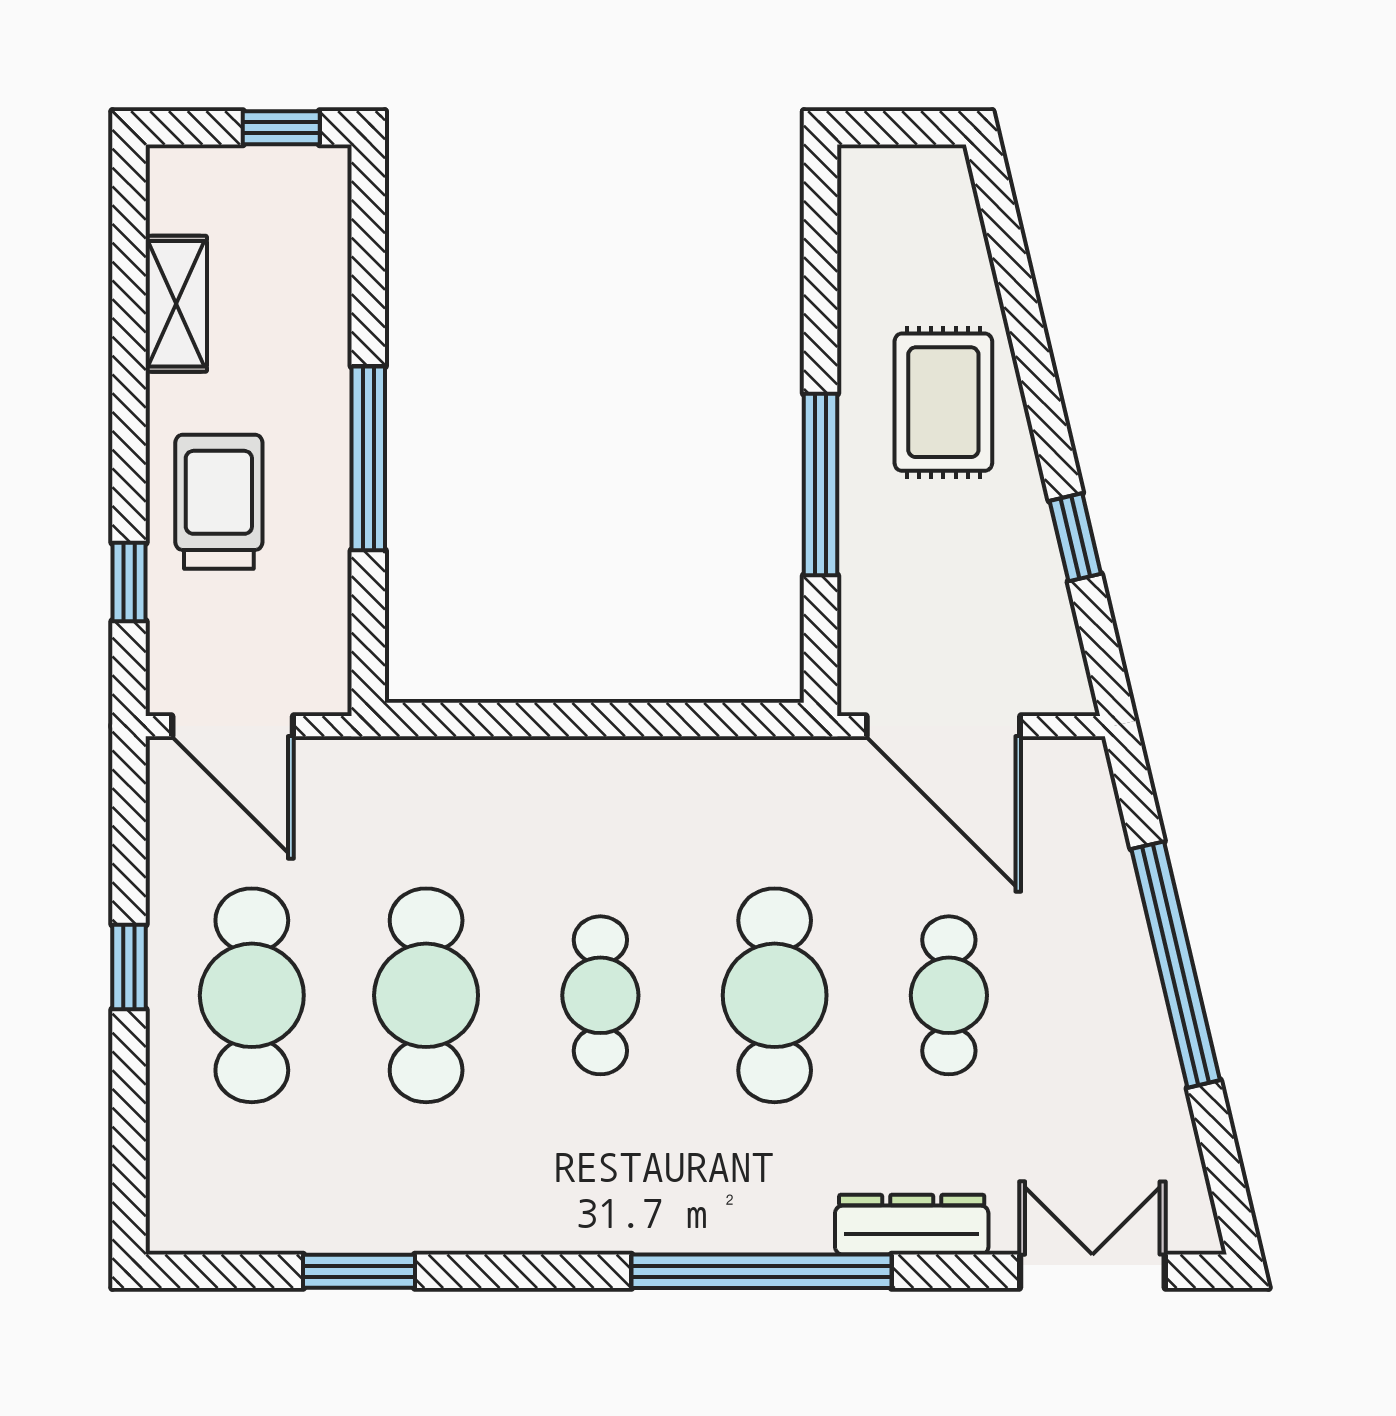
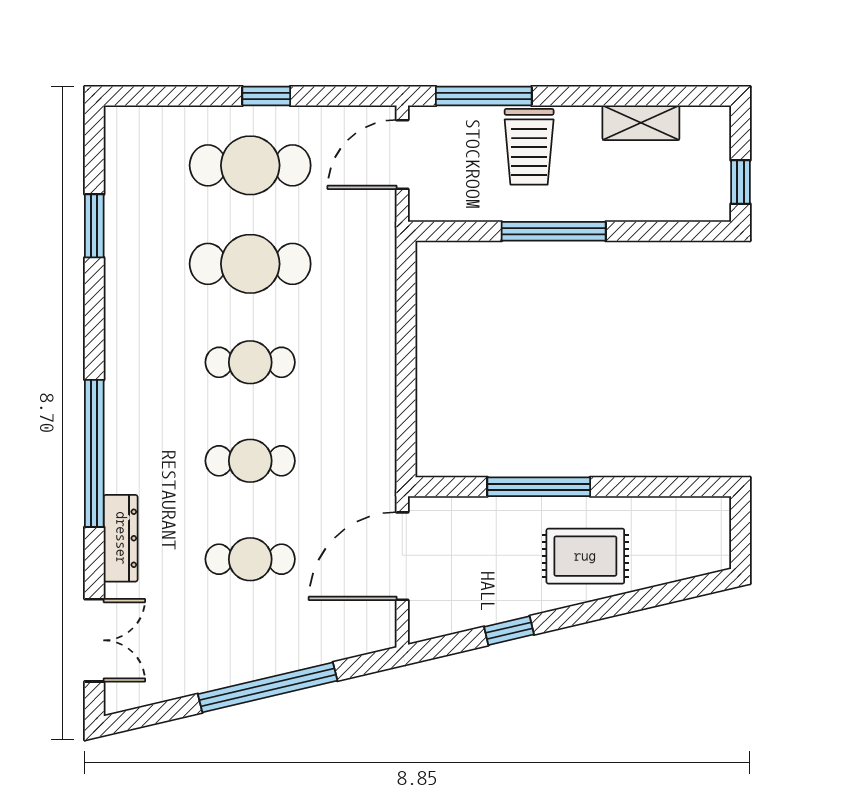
trolley: (219, 502) -> (529, 147), turned 90
window: (129, 582) -> (484, 96), width x2.17
cafe table: (775, 995) -> (250, 461), width x0.73, depth x0.74

